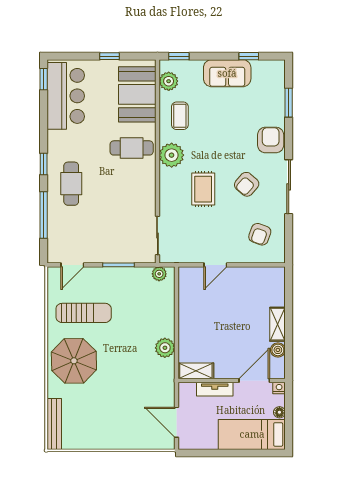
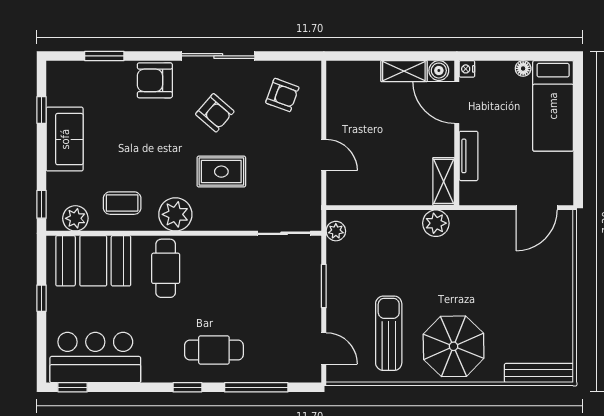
shelving: (196, 371) -> (444, 181), moved
wall: (232, 381) -> (457, 133), moved
door: (254, 381) -> (457, 103), moved
nightstand: (279, 388) -> (467, 69), moved
tv unit: (215, 389) -> (469, 156), moved

